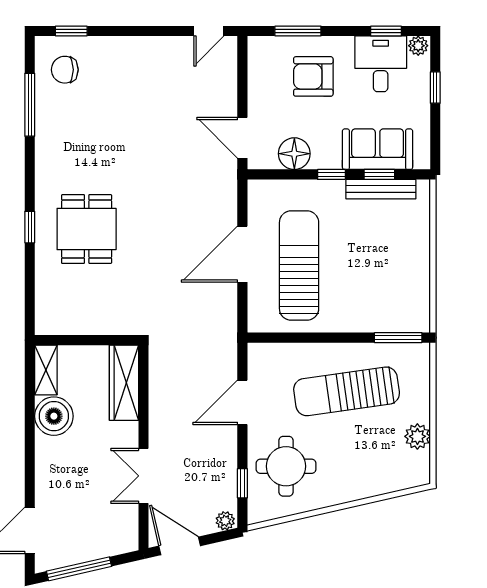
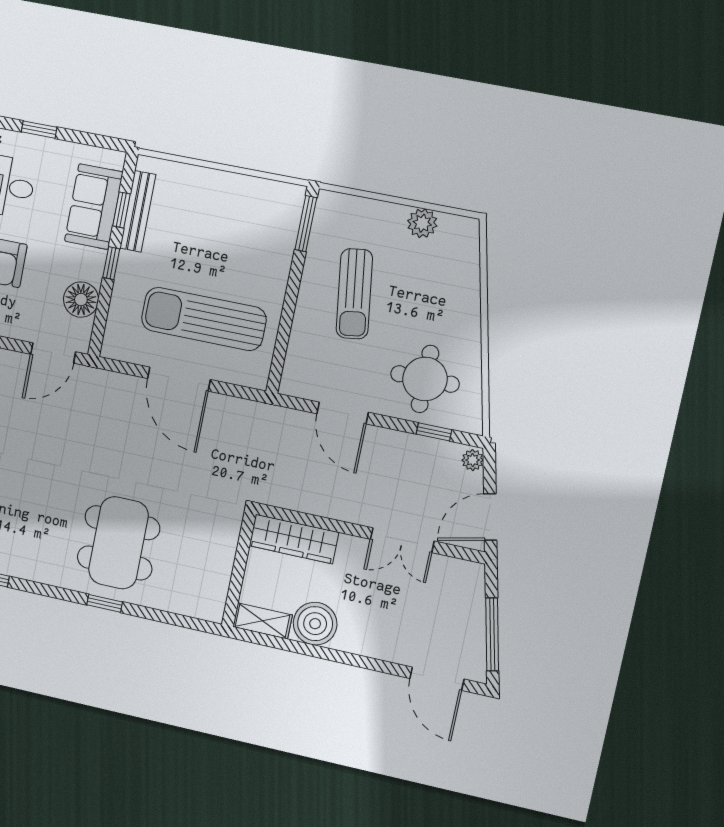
dining table: (87, 229) -> (118, 543), width x1.37
sun lounger: (347, 391) -> (354, 294), width x0.73, depth x0.75

